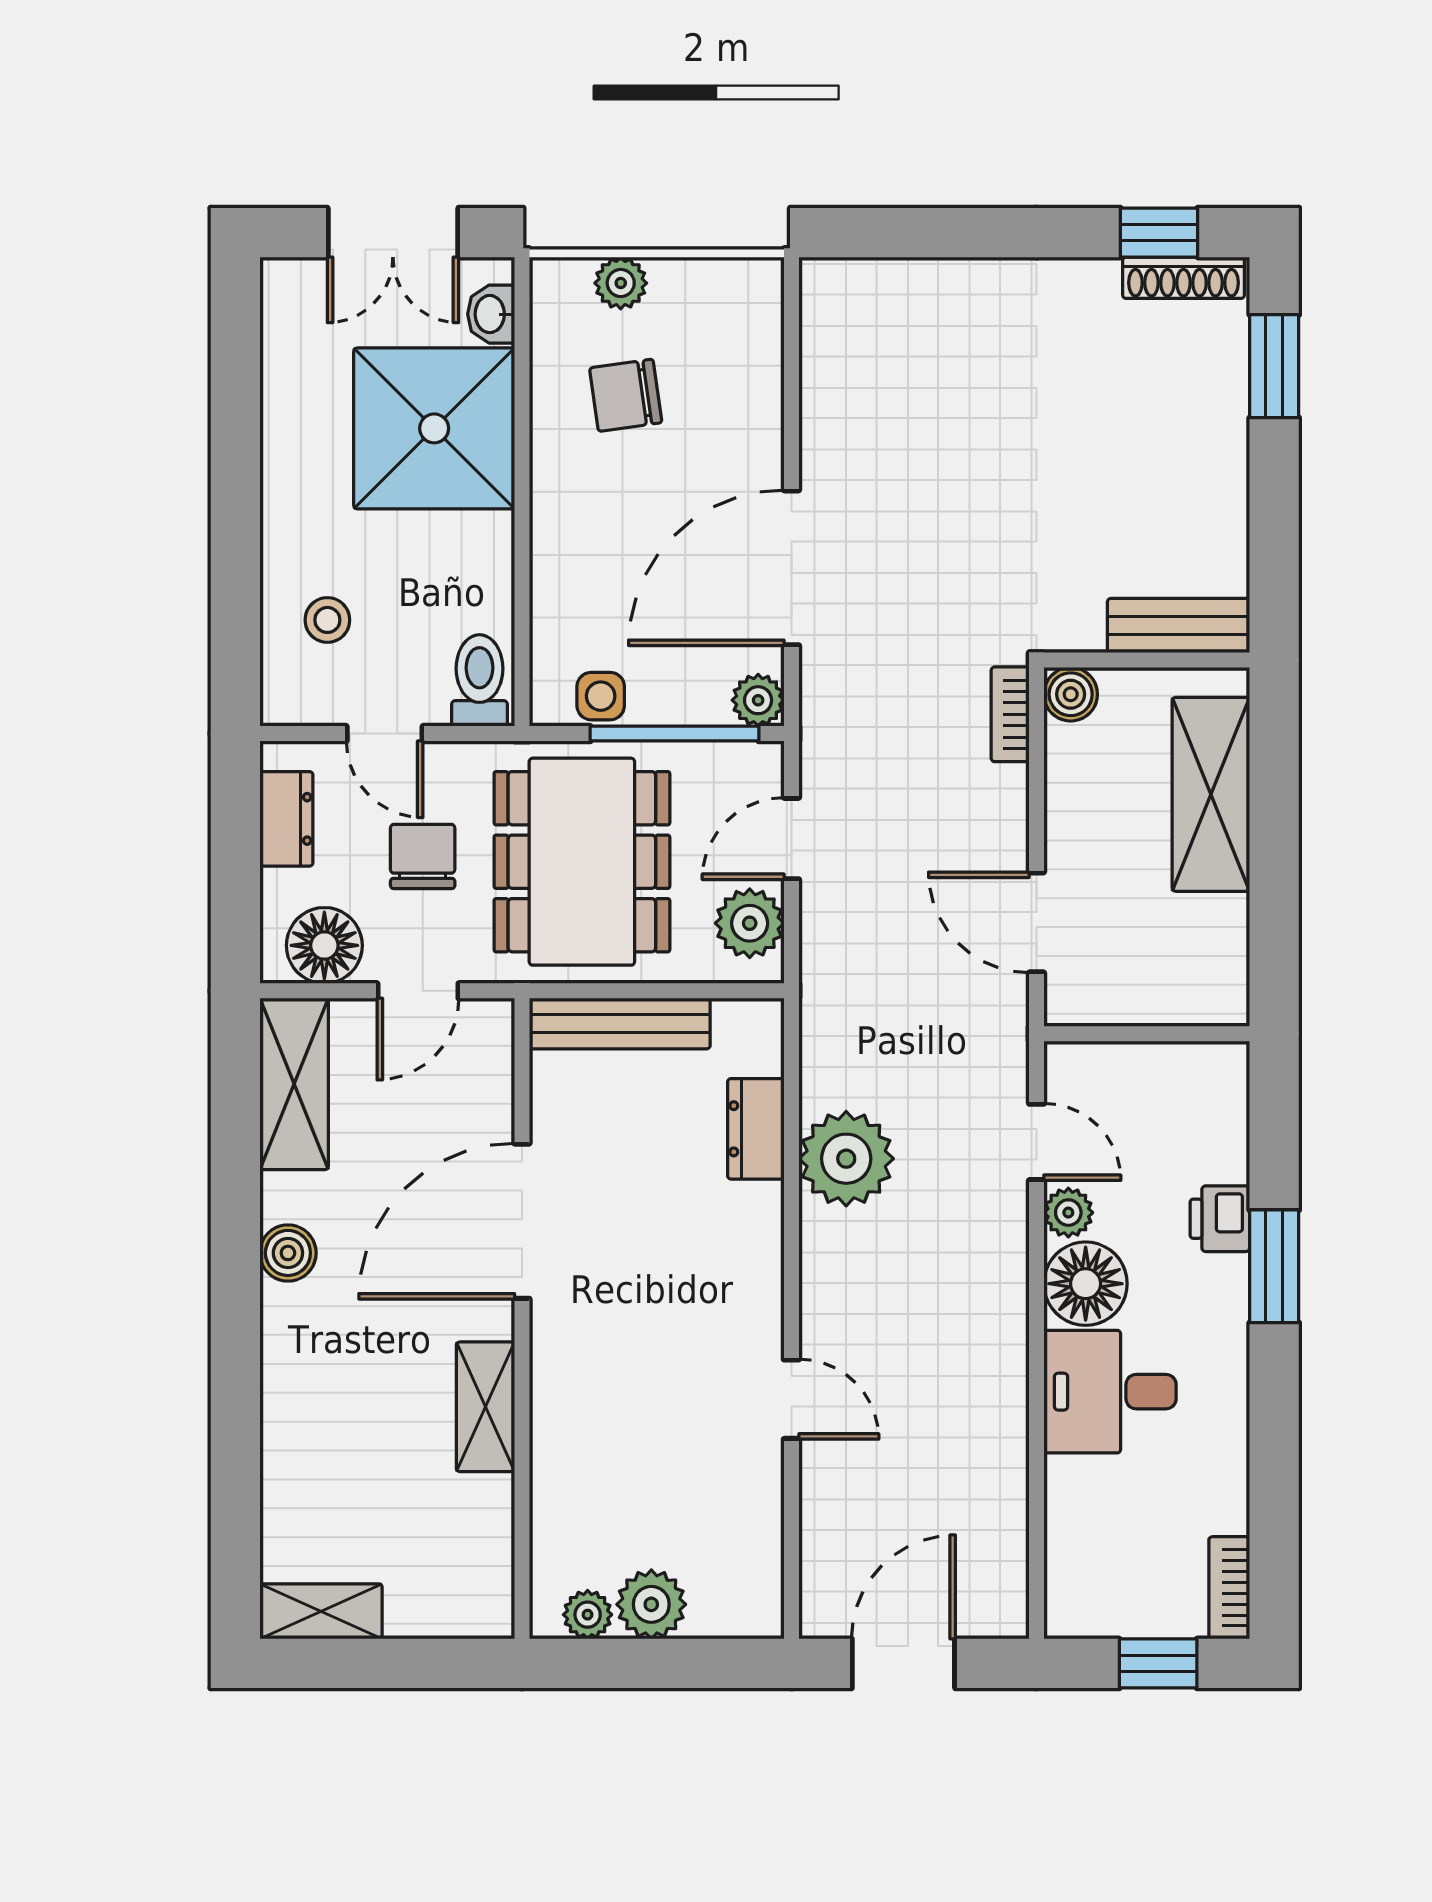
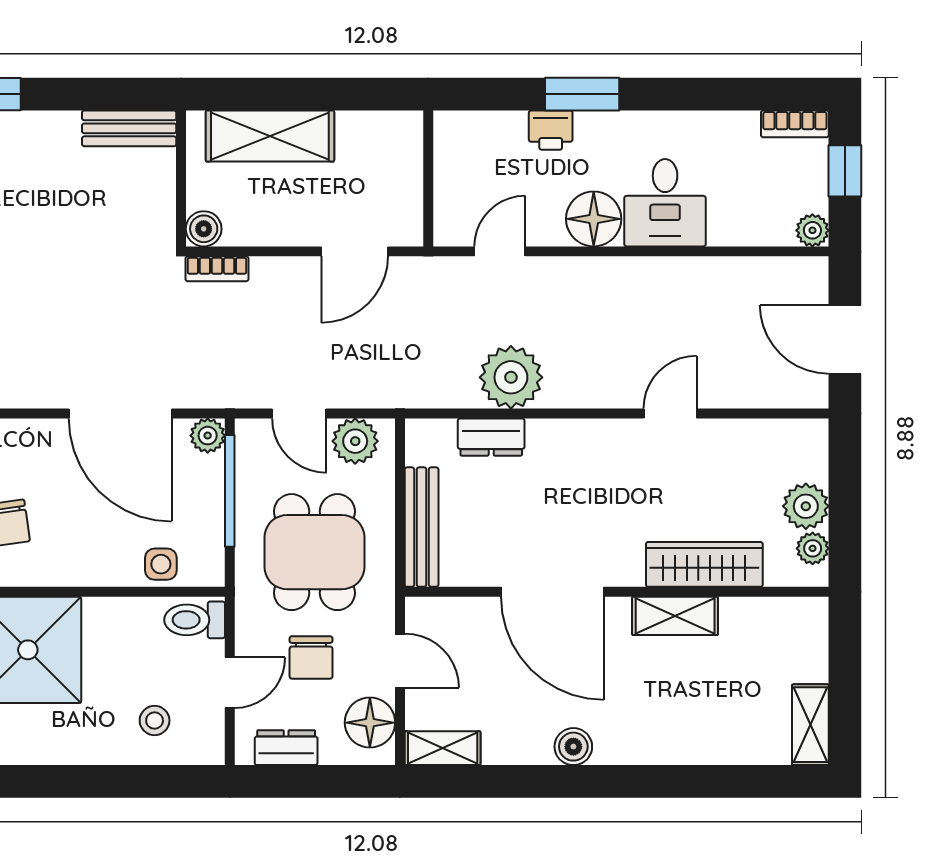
bench: (1178, 626) -> (129, 128), moved, turned 90
side table: (601, 696) -> (161, 564), moved
chair: (423, 856) -> (311, 657), turned -90
dining table: (582, 862) -> (314, 552), width x0.73
shelving: (294, 1084) -> (443, 748), width x0.67, depth x0.75
plant: (1068, 1213) -> (812, 230), moved
wardrobe: (563, 1451) -> (704, 564), added

